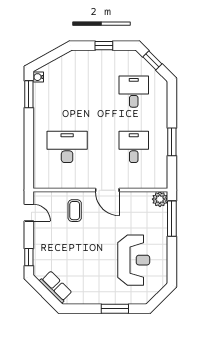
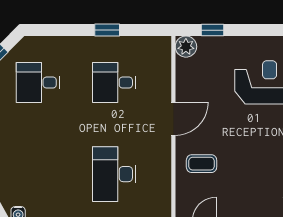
window: (172, 142) -> (107, 30), width x0.67
window: (172, 219) -> (213, 30), width x0.46

